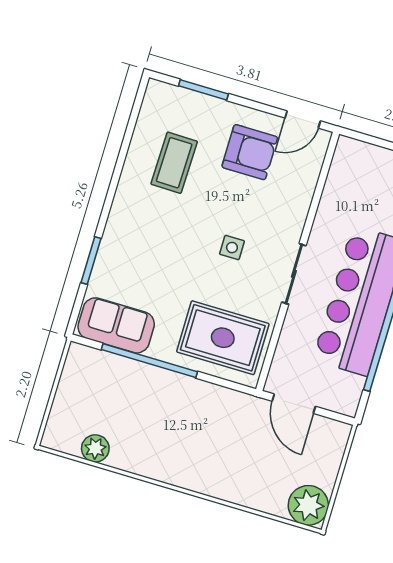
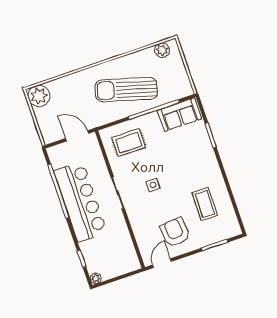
armchair: (250, 152) -> (175, 232), turned 85
rug: (223, 338) -> (129, 143), width x0.73, depth x0.70
sun lounger: (170, 421) -> (126, 90), added
plant: (95, 448) -> (162, 50), moved

